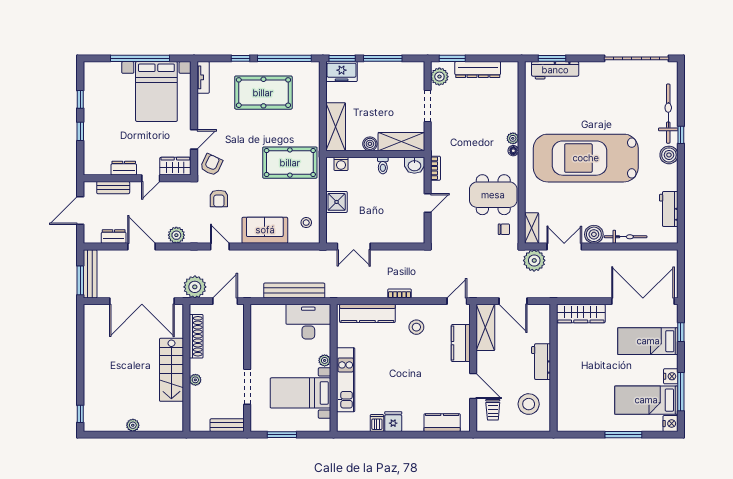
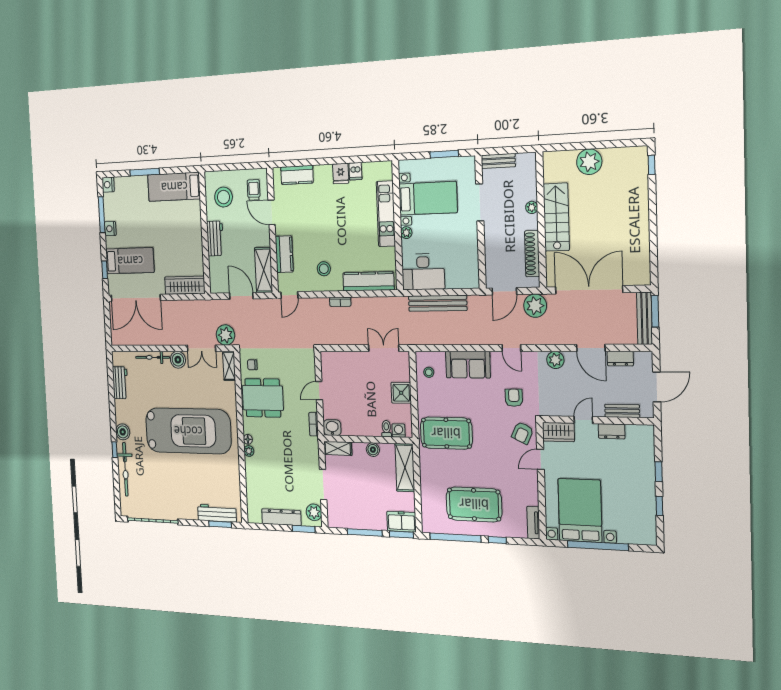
shelving: (401, 142) -> (338, 448), width x0.67, depth x0.75
toilet: (383, 165) -> (386, 429), moved
bed: (646, 400) -> (174, 187), moved, turned 180
plant: (133, 425) -> (589, 162), width x1.87, depth x1.87

